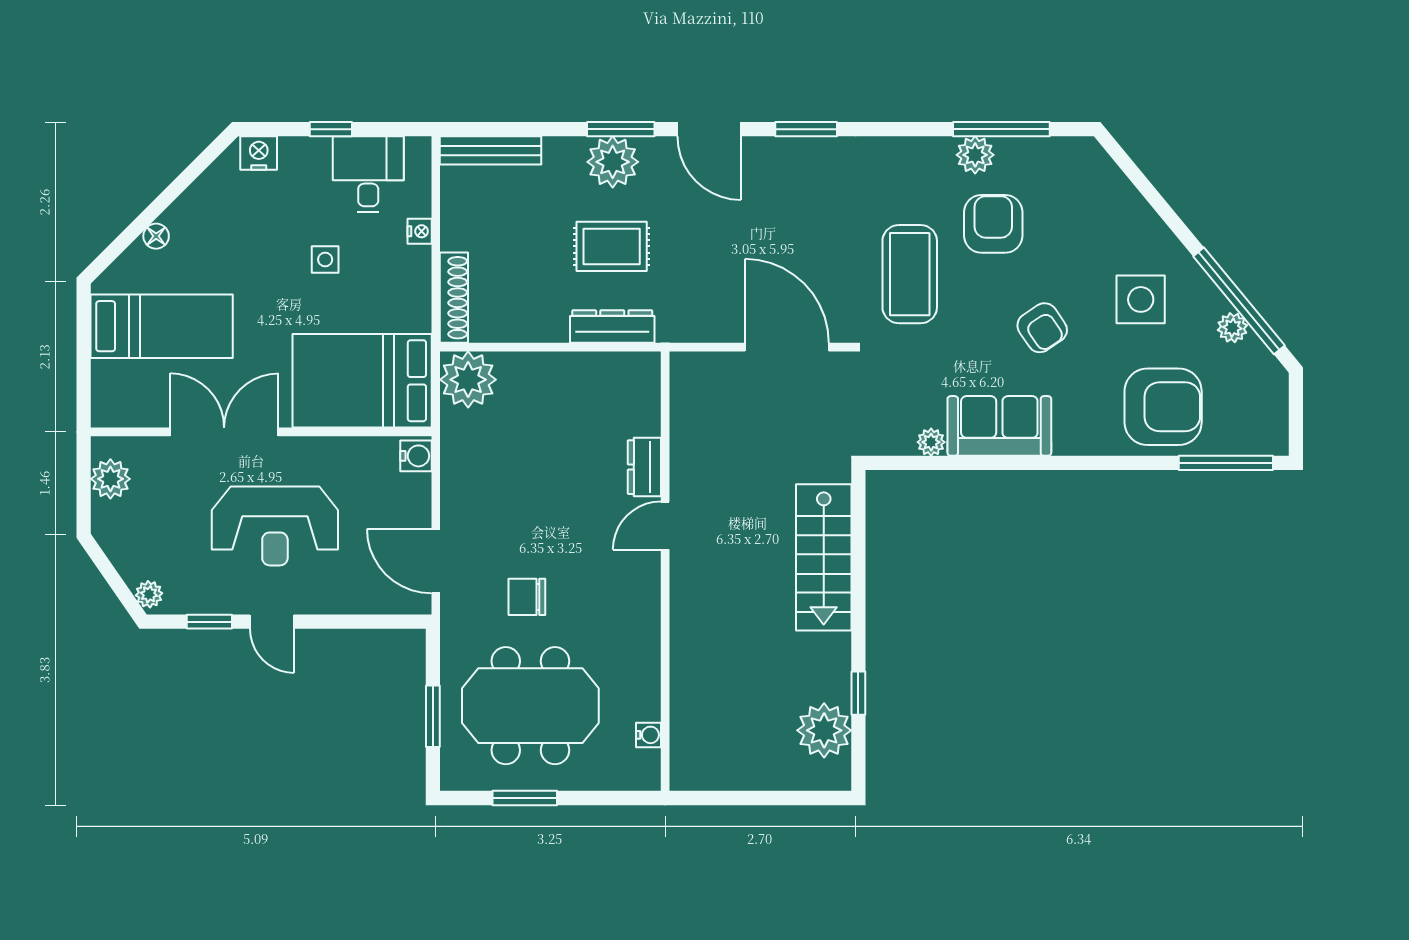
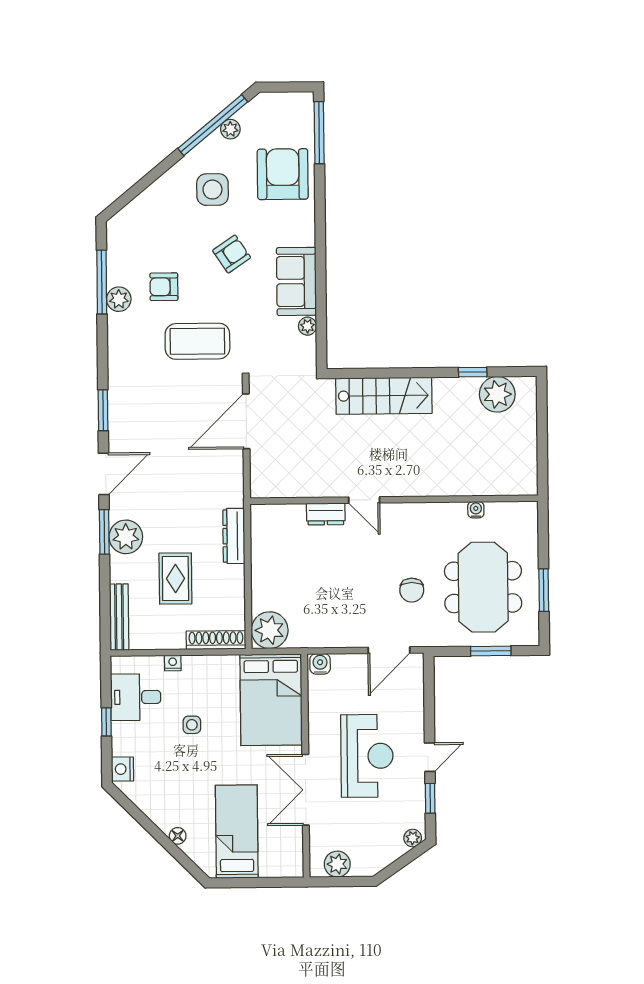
armchair: (993, 224) -> (164, 287), width x0.72, depth x0.72
rug: (612, 246) -> (175, 578), moved
water cooler: (648, 735) -> (476, 510), moved

